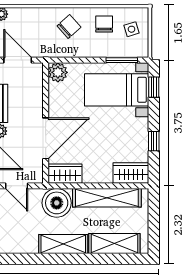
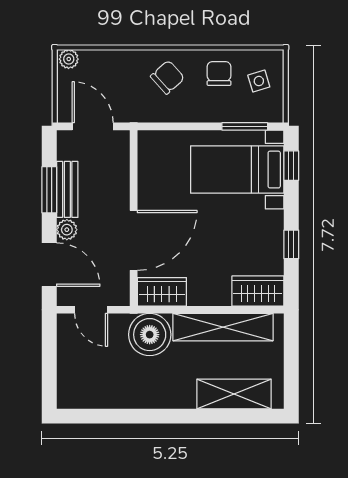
plant: (58, 72) -> (151, 144), removed
shelving: (63, 244) -> (159, 395), removed

